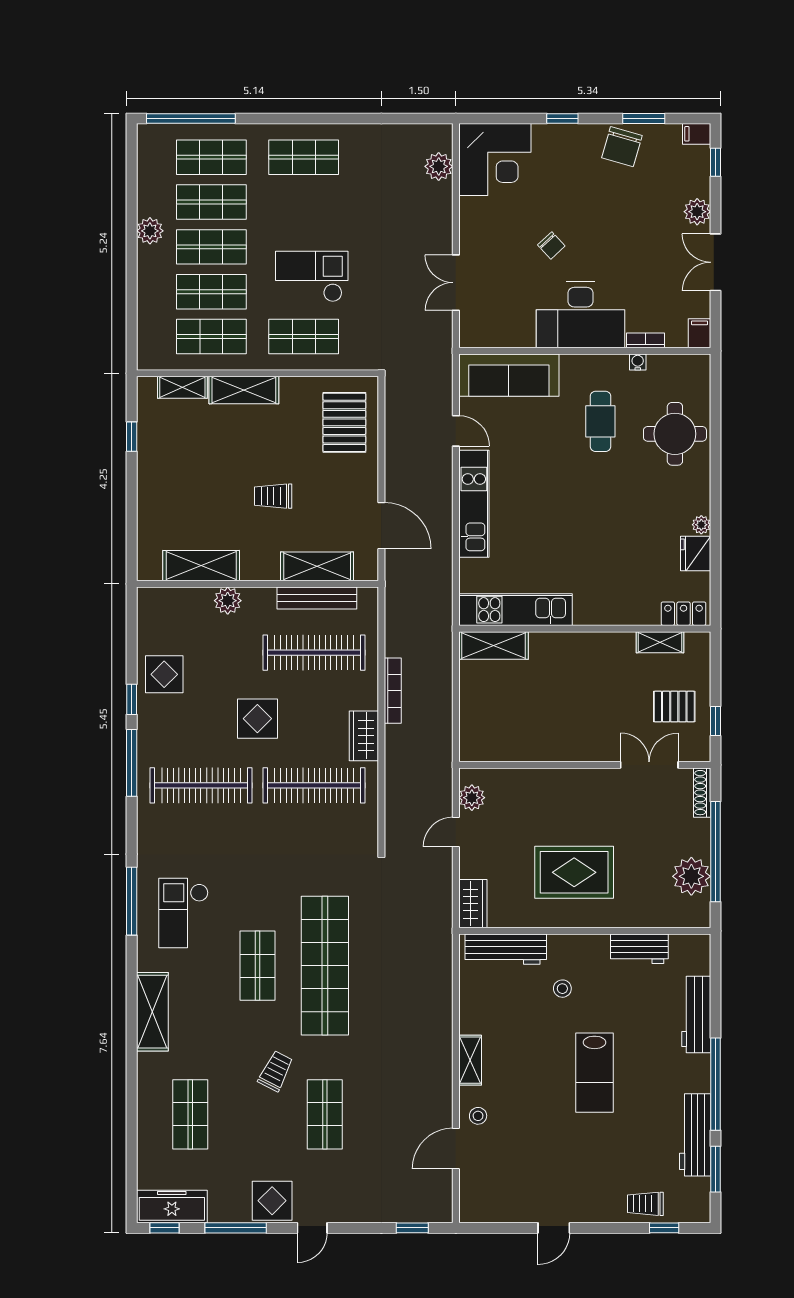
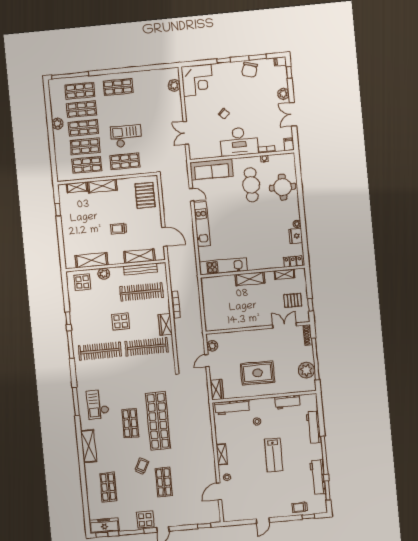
cafe table: (600, 421) -> (251, 185), width x1.37, depth x1.35
shelving: (493, 645) -> (250, 279), moved
display table: (164, 674) -> (82, 282), moved

